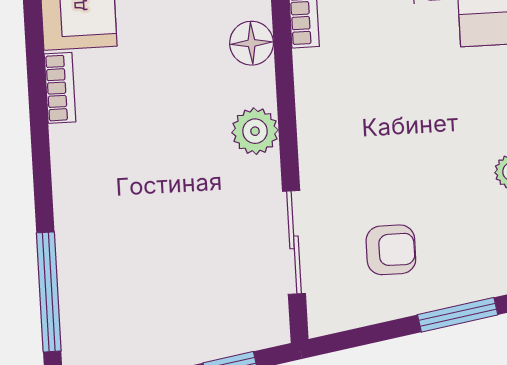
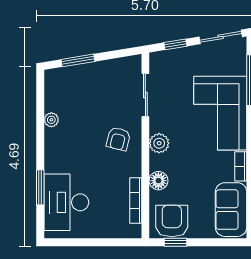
corner sofa: (115, 210) -> (220, 113), added
armchair: (391, 250) -> (118, 139), moved, turned -76

